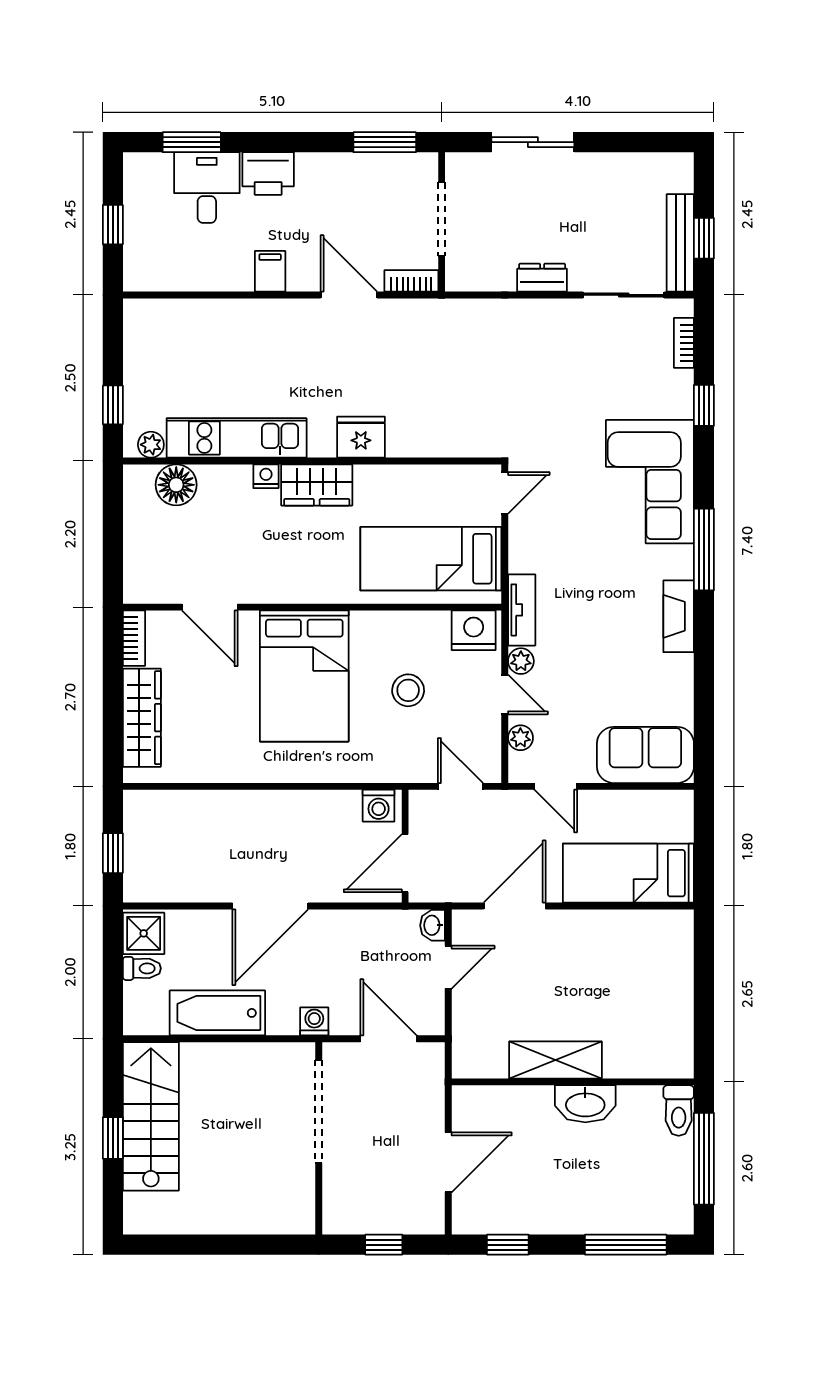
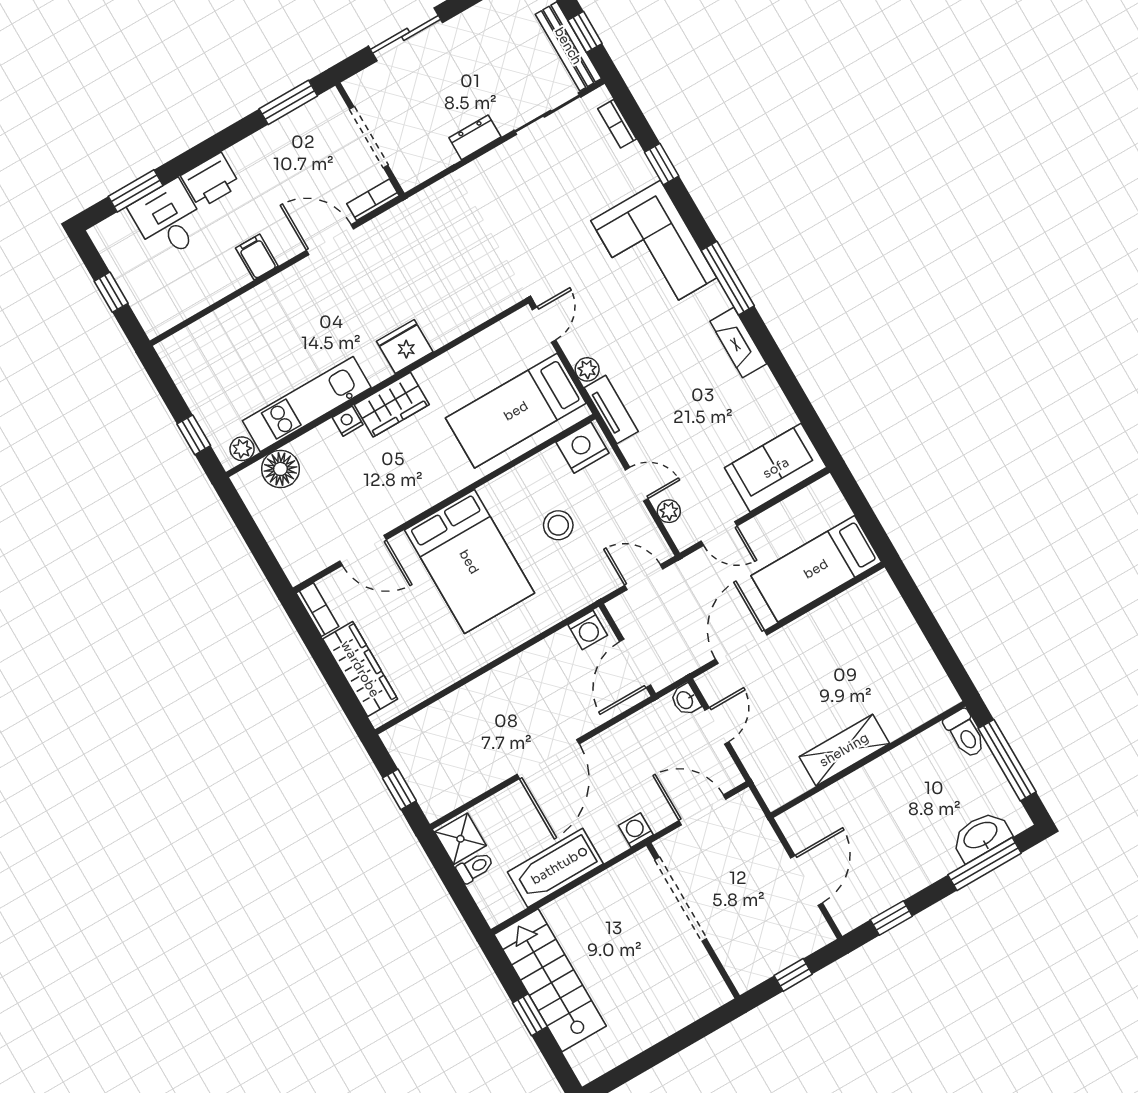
plant: (521, 661) -> (587, 369), moved
washbasin: (585, 1104) -> (981, 836), moved, turned 180

